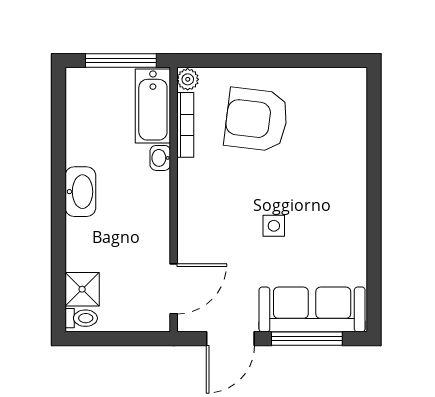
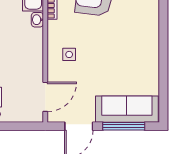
side table: (274, 226) -> (69, 54), moved

